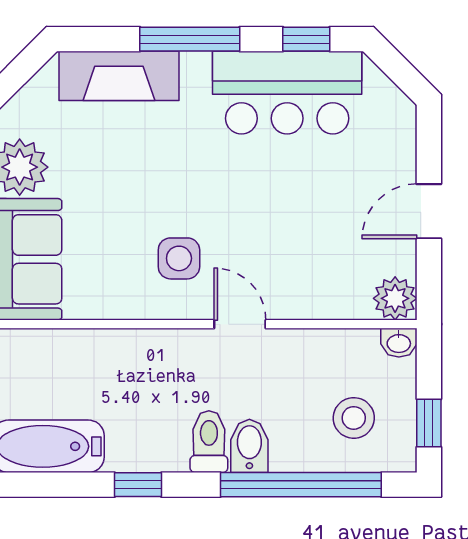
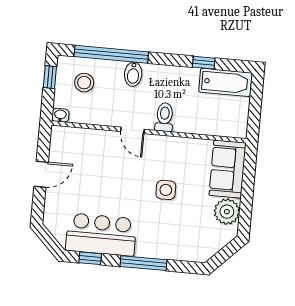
fireplace: (119, 76) -> (178, 249), removed
side table: (179, 258) -> (166, 190), moved
plant: (395, 298) -> (60, 136), removed
toilet: (209, 442) -> (164, 117), moved, turned 180
window: (138, 485) -> (204, 63), moved

